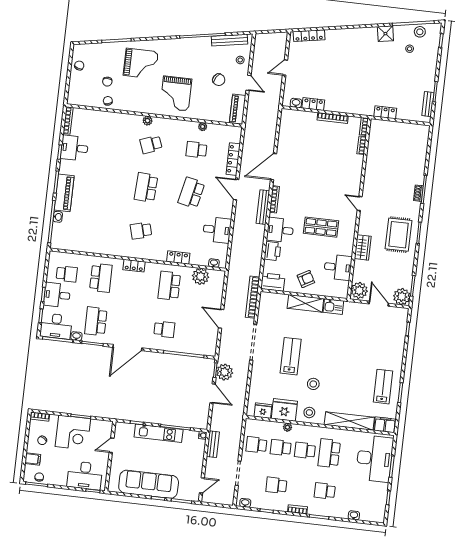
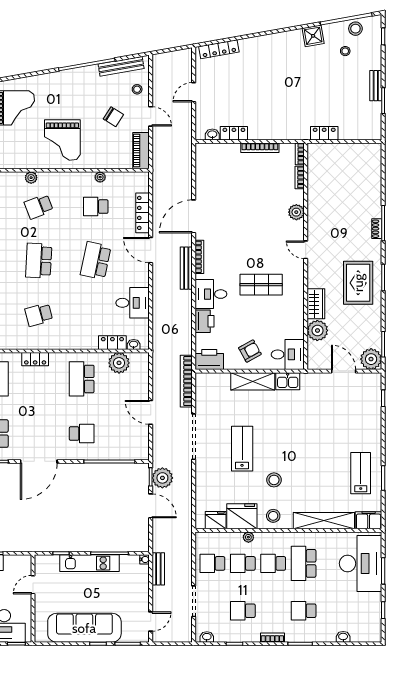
bench: (428, 104) -> (376, 86), moved
plant: (356, 173) -> (296, 212), added
locker: (178, 257) -> (112, 343), moved
desk: (338, 267) -> (288, 354), moved
plant: (359, 290) -> (317, 330), moved

